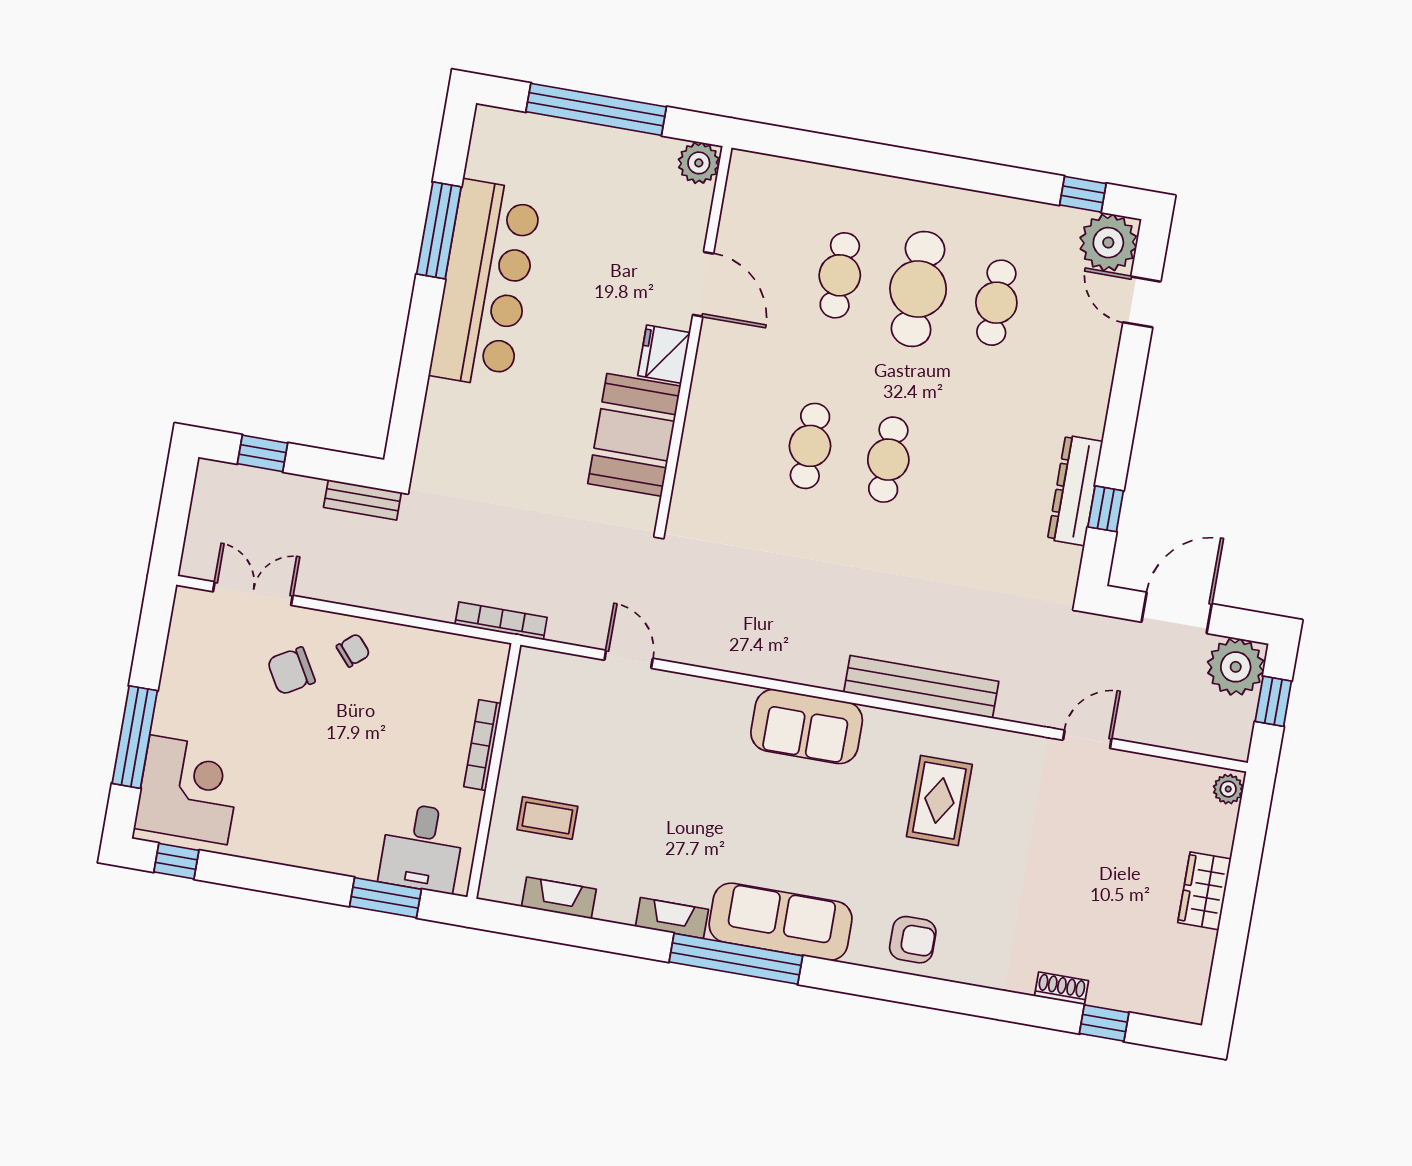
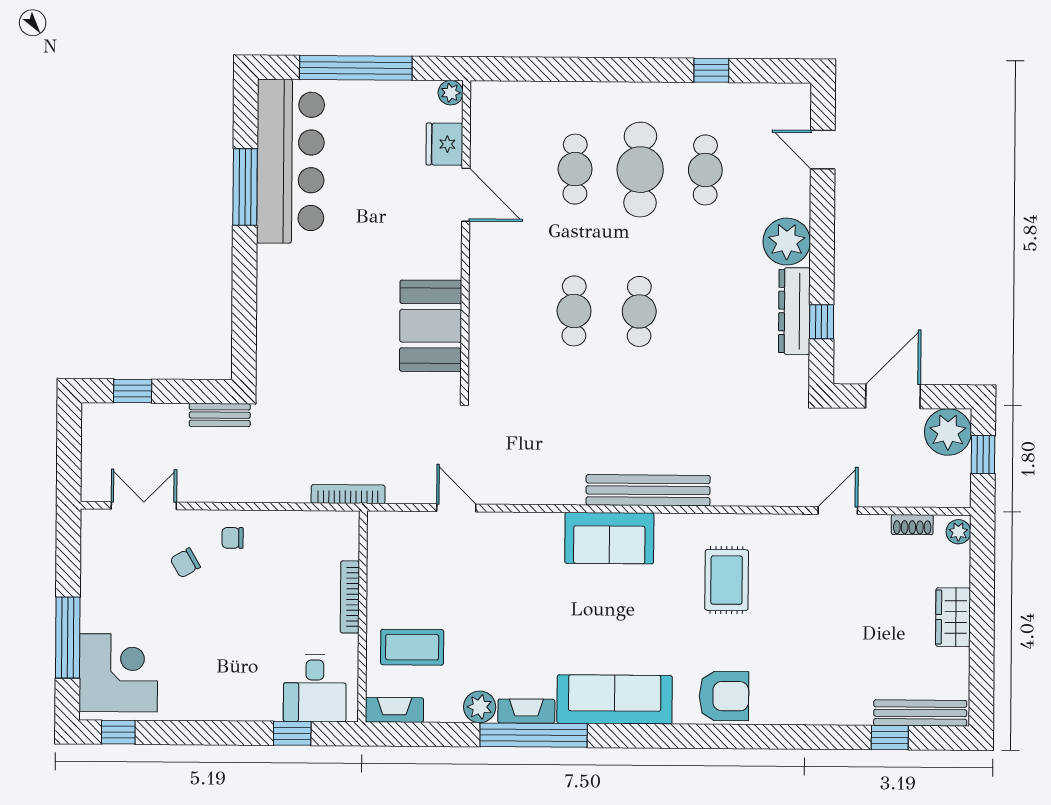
plant: (699, 163) -> (451, 93), width x0.73, depth x0.73
window: (1083, 194) -> (711, 70), moved
plant: (1108, 243) -> (787, 242), moved
bar counter: (486, 284) -> (290, 161), moved
fridge: (664, 354) -> (444, 144), moved
chair: (353, 650) -> (233, 538), turned -139
chair: (291, 671) -> (185, 563), width x0.73, depth x0.73
bench: (921, 687) -> (648, 490), moved
coffee table: (547, 818) -> (412, 647), width x1.36, depth x1.30
window: (386, 898) -> (292, 733), width x0.67
fireplace: (559, 898) -> (394, 710), moved
plant: (617, 904) -> (480, 707), added
armchair: (913, 940) -> (724, 696), width x1.38, depth x1.38
window: (736, 959) -> (534, 735), moved
shoe rack: (1061, 988) -> (912, 525), moved, turned 180
bench: (1146, 1000) -> (920, 713), added

